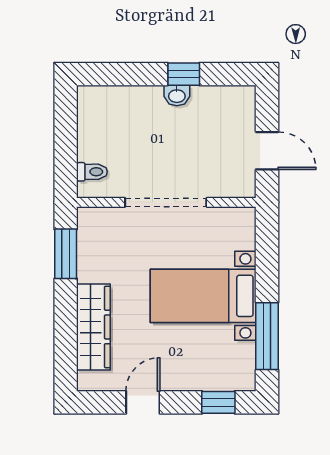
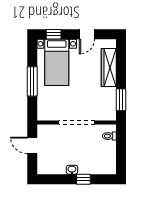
window: (184, 74) -> (83, 179), moved
bed with nightstands: (203, 296) -> (57, 62), moved, turned 90
window: (267, 336) -> (32, 81), moved

